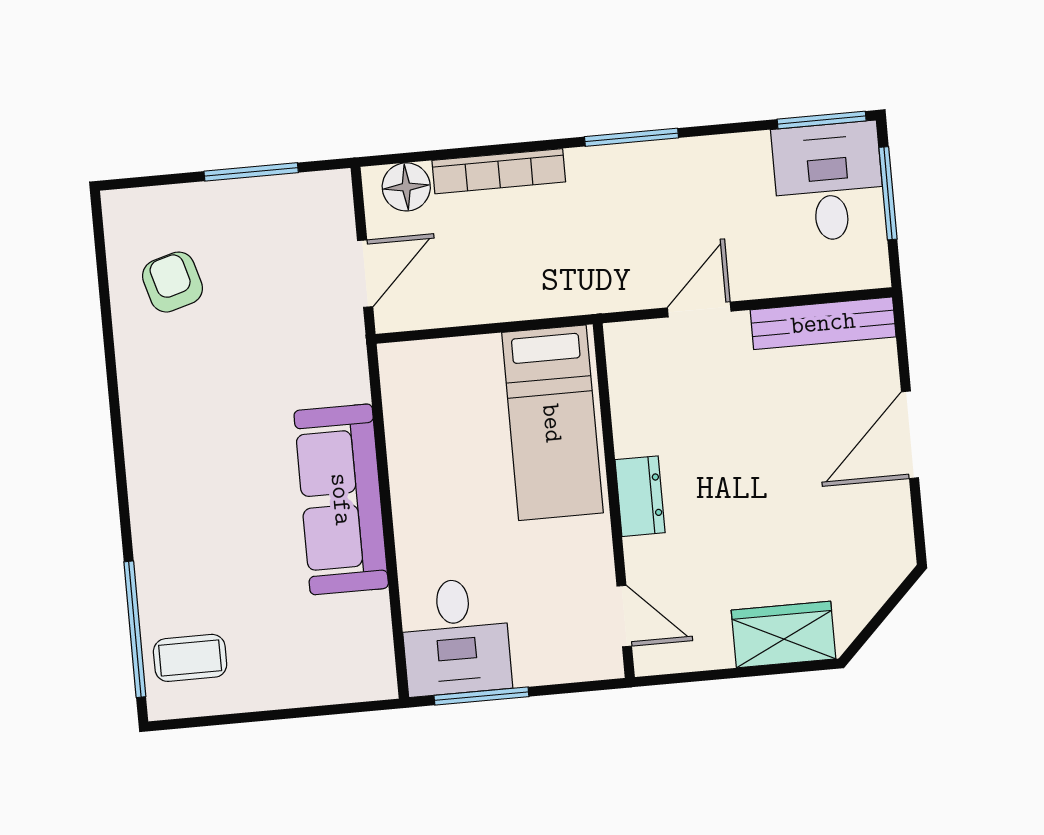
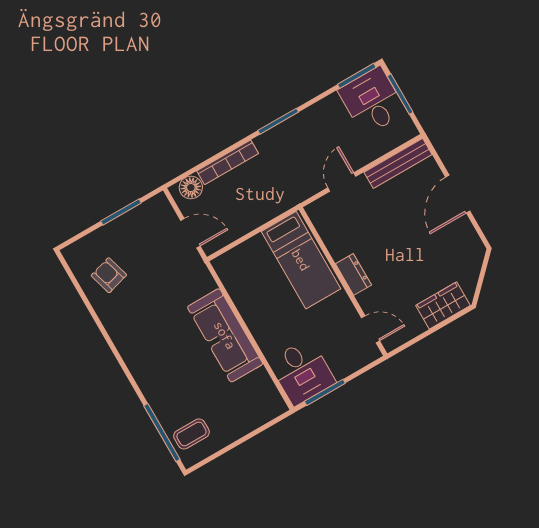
door: (365, 274) -> (190, 233), hinge flipped

